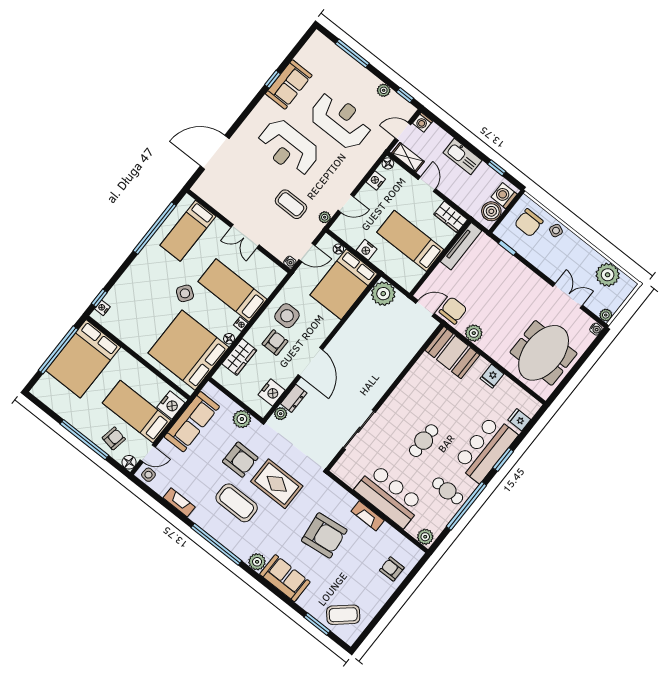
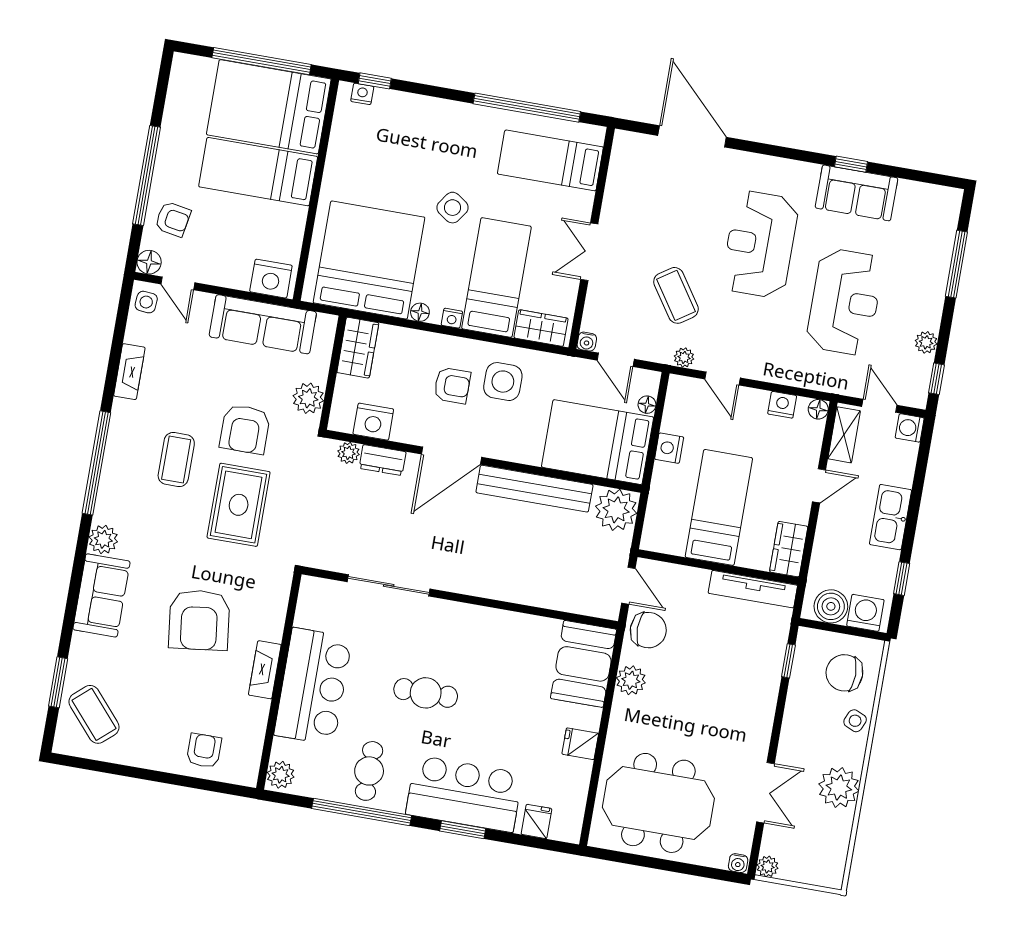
coffee table: (291, 204) -> (676, 295), turned -34
plant: (608, 275) -> (839, 788), moved
wardrobe: (270, 282) -> (541, 328), added
bench: (350, 329) -> (534, 489), added
wardrobe: (239, 357) -> (358, 348), moved, turned -90
bed: (137, 412) -> (258, 172), moved, turned -90
coffee table: (237, 503) -> (176, 460), width x0.73, depth x0.76

